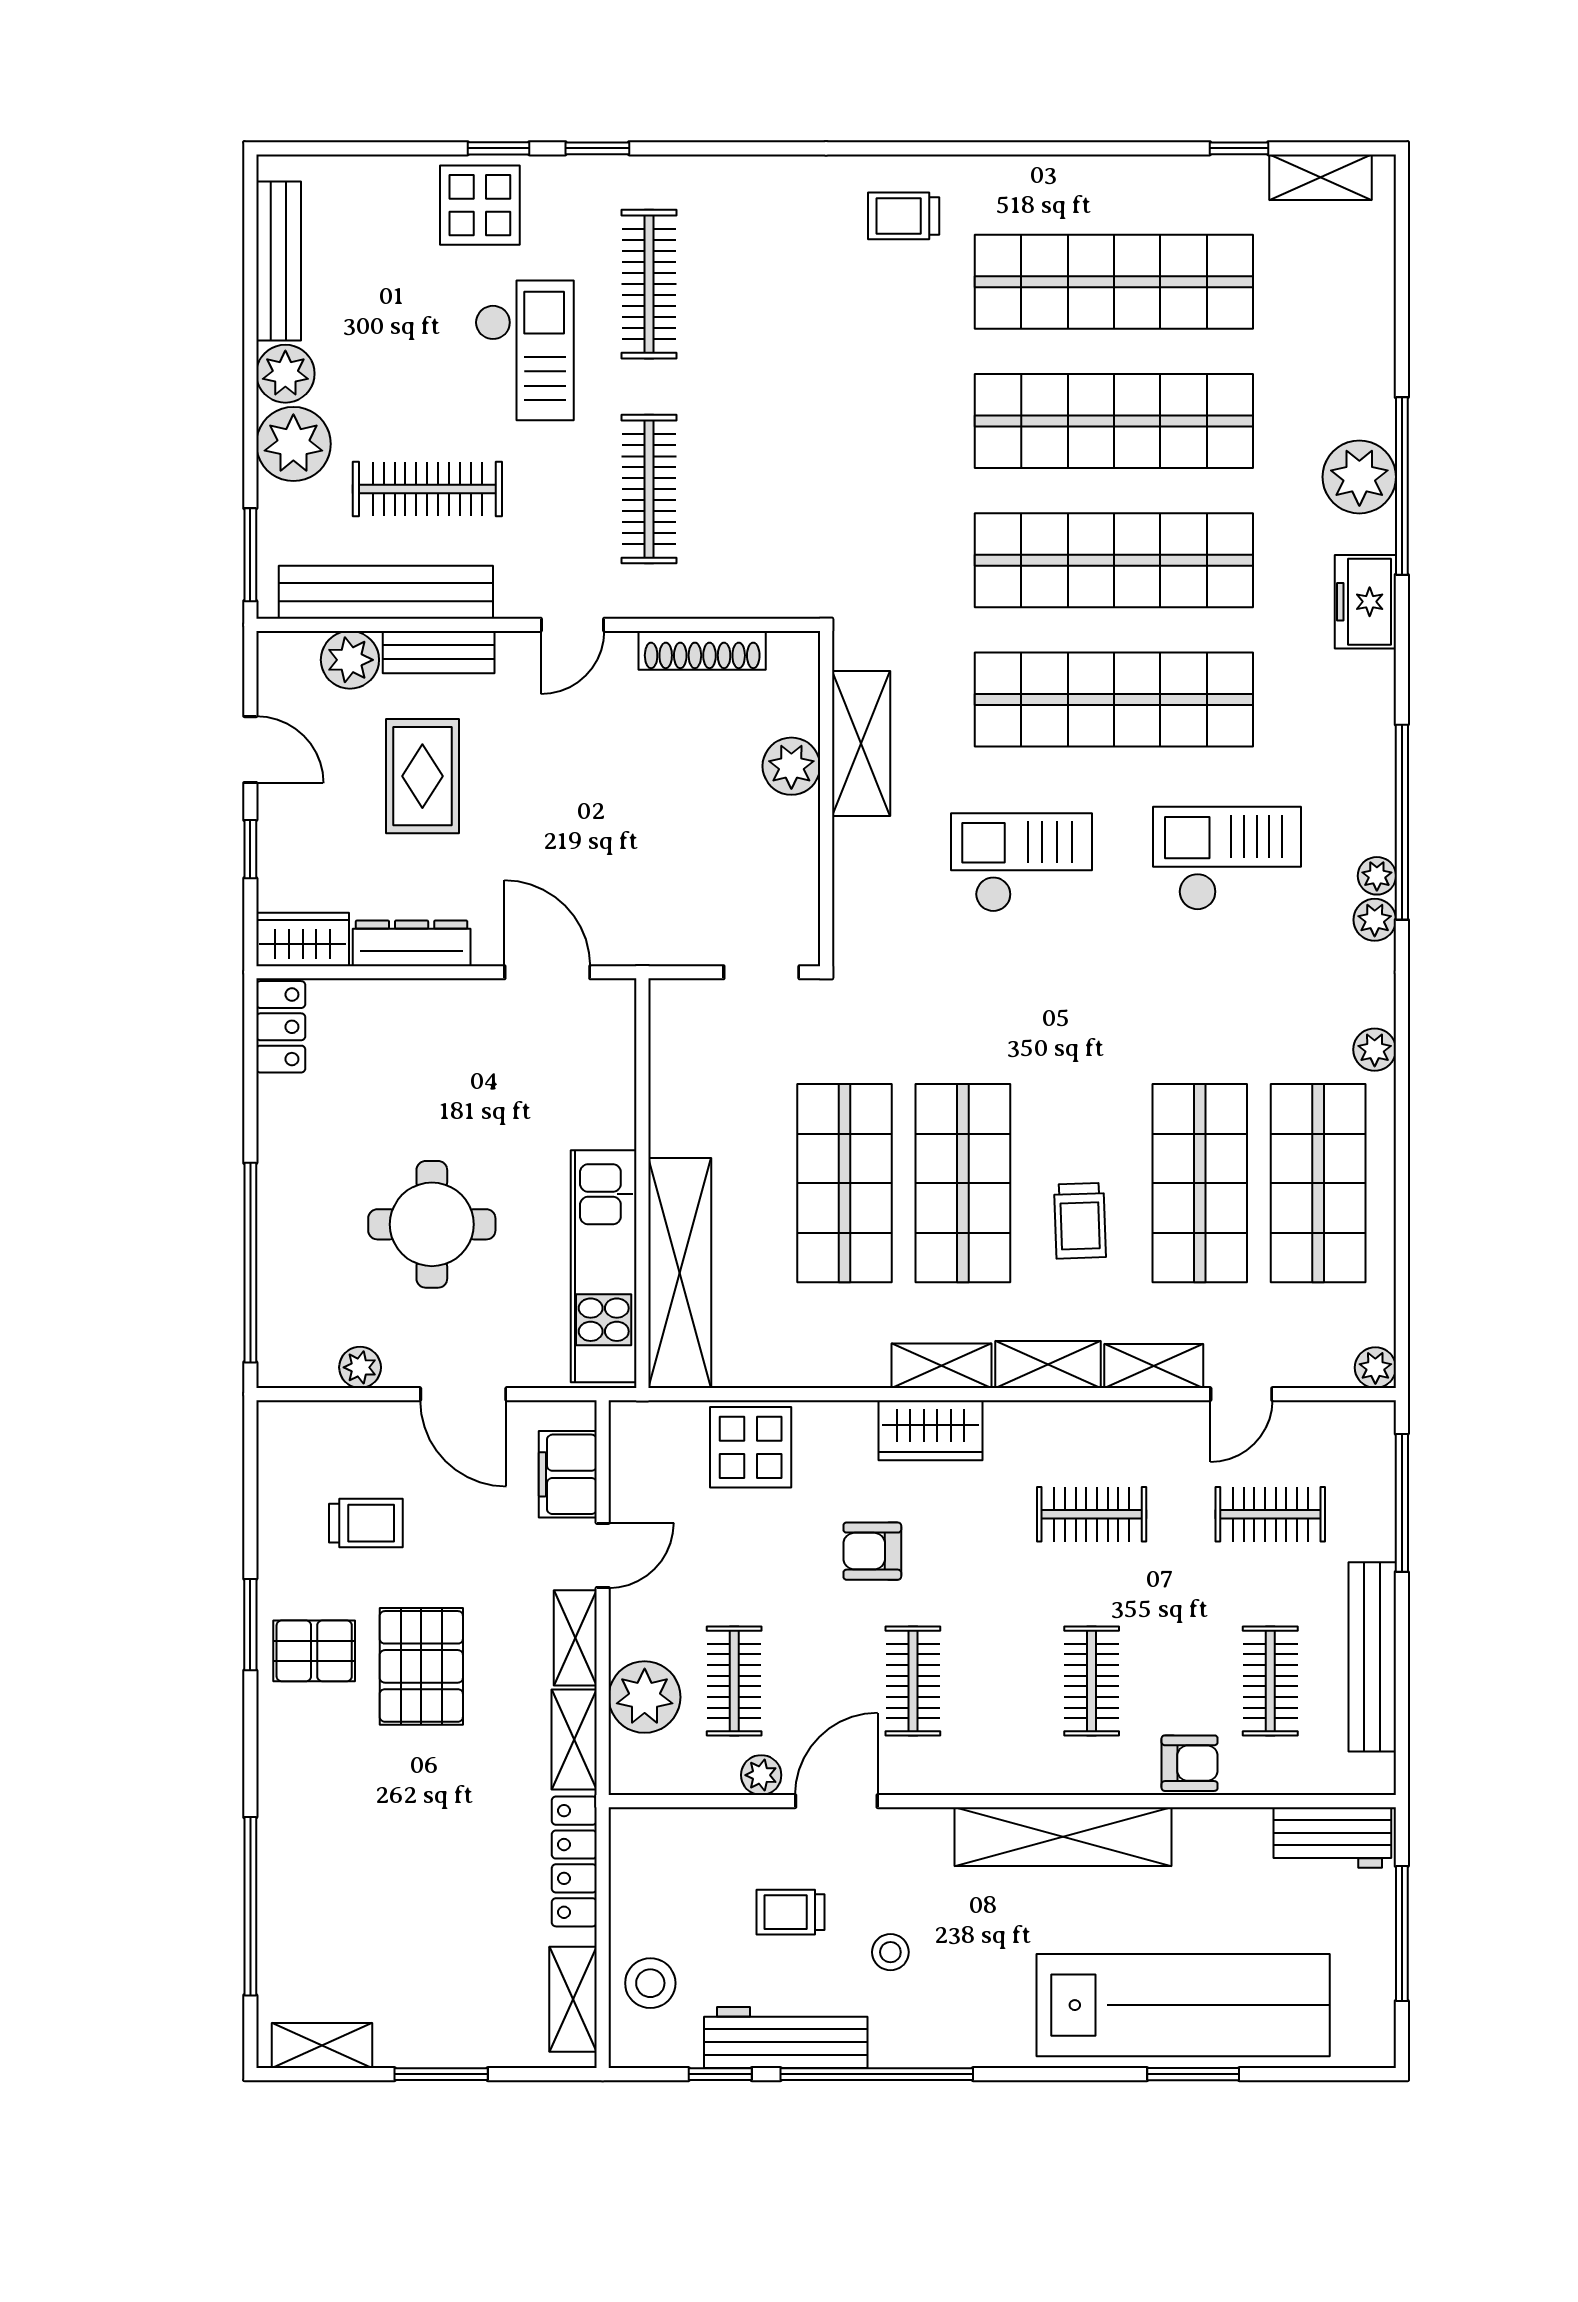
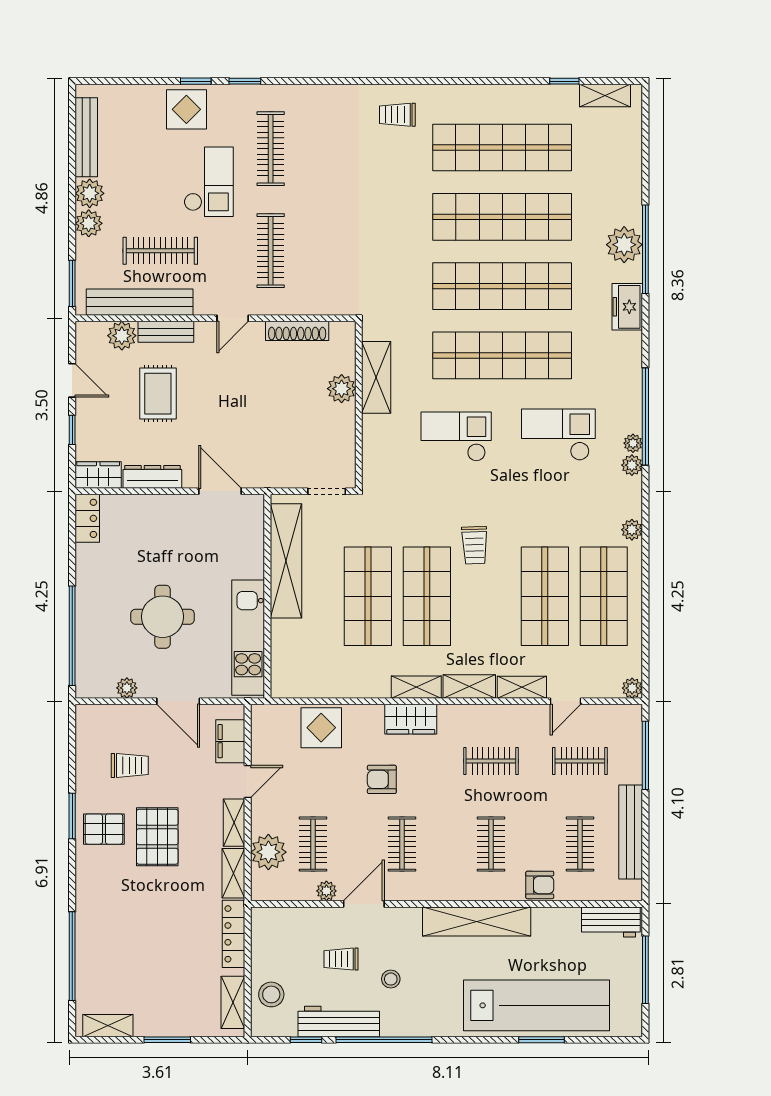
plant: (293, 444) -> (89, 223), width x0.73, depth x0.73
trolley: (1080, 1221) -> (475, 545), moved
shelving: (680, 1273) -> (286, 561), moved

